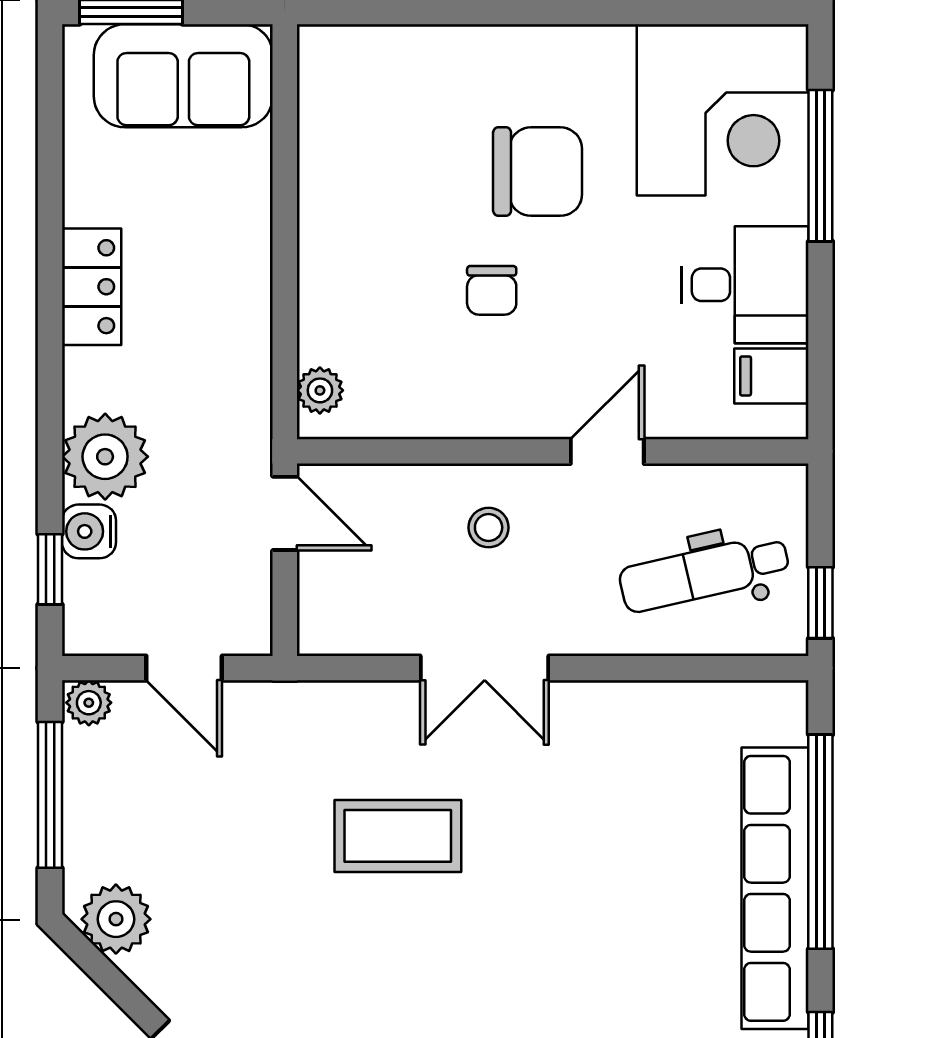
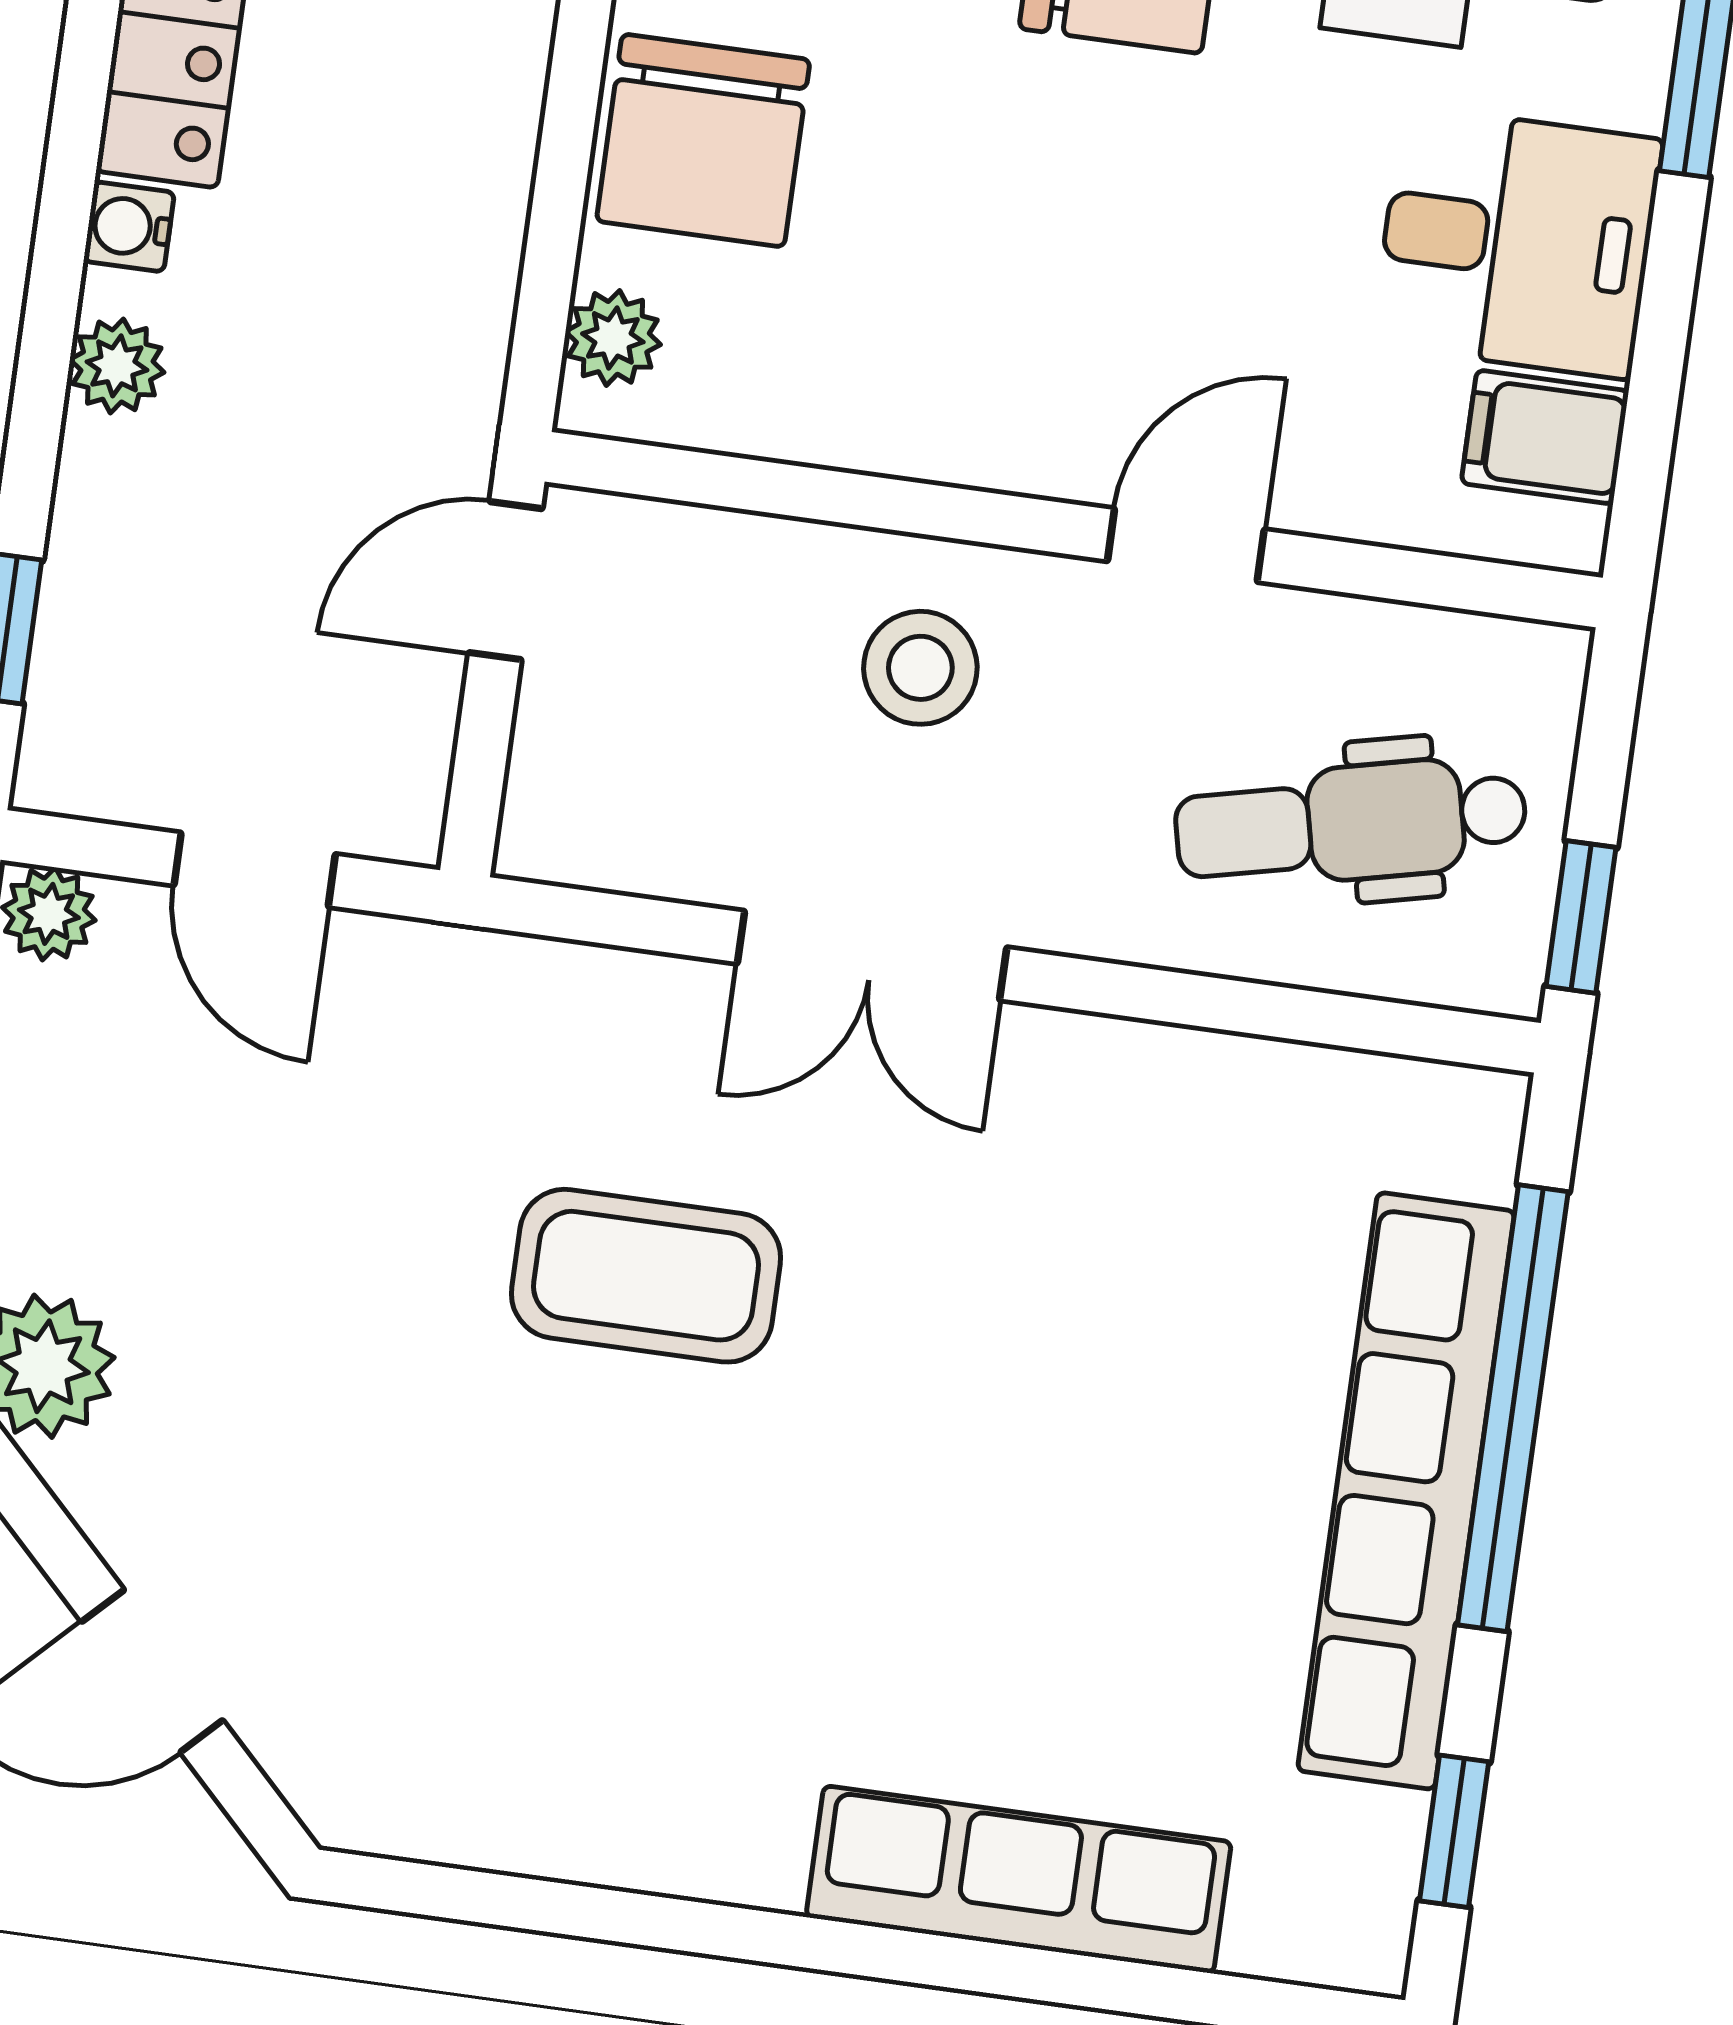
chair: (492, 290) -> (703, 140), moved, width x1.87, depth x1.87
plant: (105, 457) -> (117, 366), width x0.53, depth x0.53
door: (285, 513) -> (506, 581), swing flipped
stool: (489, 528) -> (920, 668), width x1.37, depth x1.37
water cooler: (89, 531) -> (129, 227), moved, width x0.72, depth x0.72

